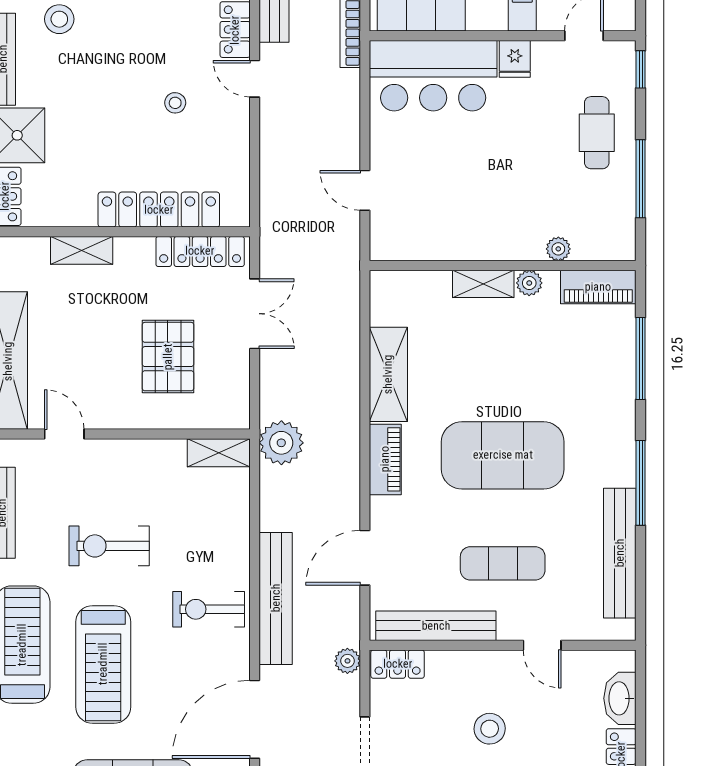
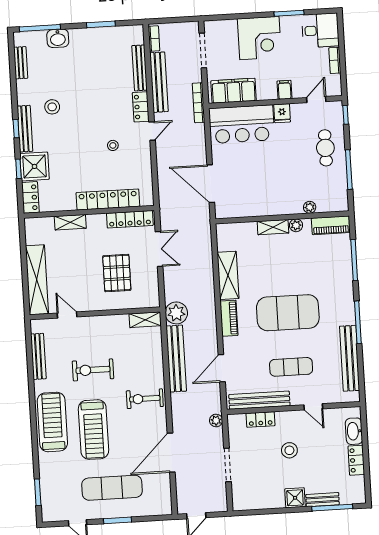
door: (255, 79) -> (152, 131), swing flipped
door: (365, 190) -> (211, 184), width x1.88
bench: (276, 598) -> (176, 359), moved
locker: (398, 664) -> (261, 419), moved

